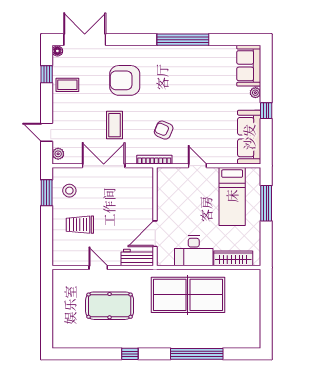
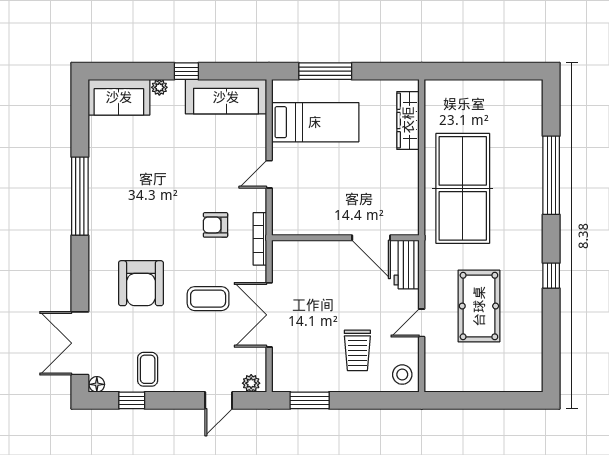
armchair: (164, 130) -> (215, 225), turned 67
stool: (69, 191) -> (402, 375), moved
desk: (194, 251) -> (397, 180), removed

